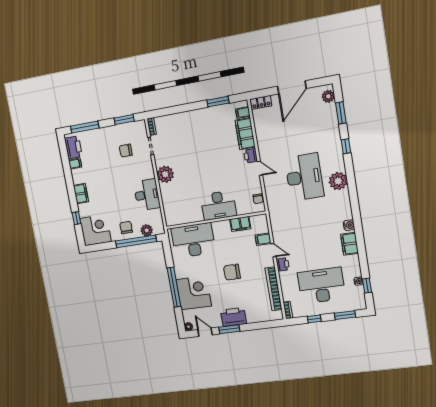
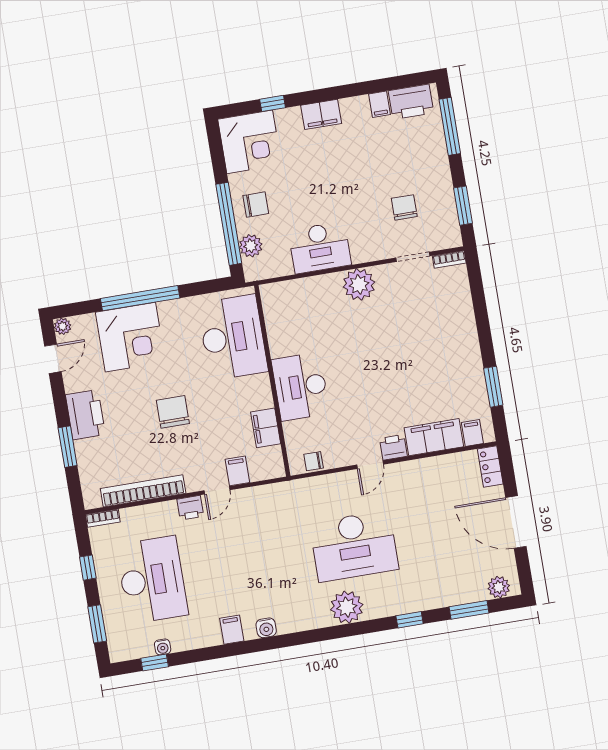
filing cabinet: (350, 244) -> (232, 630), width x0.50
window: (229, 329) -> (68, 447), moved

